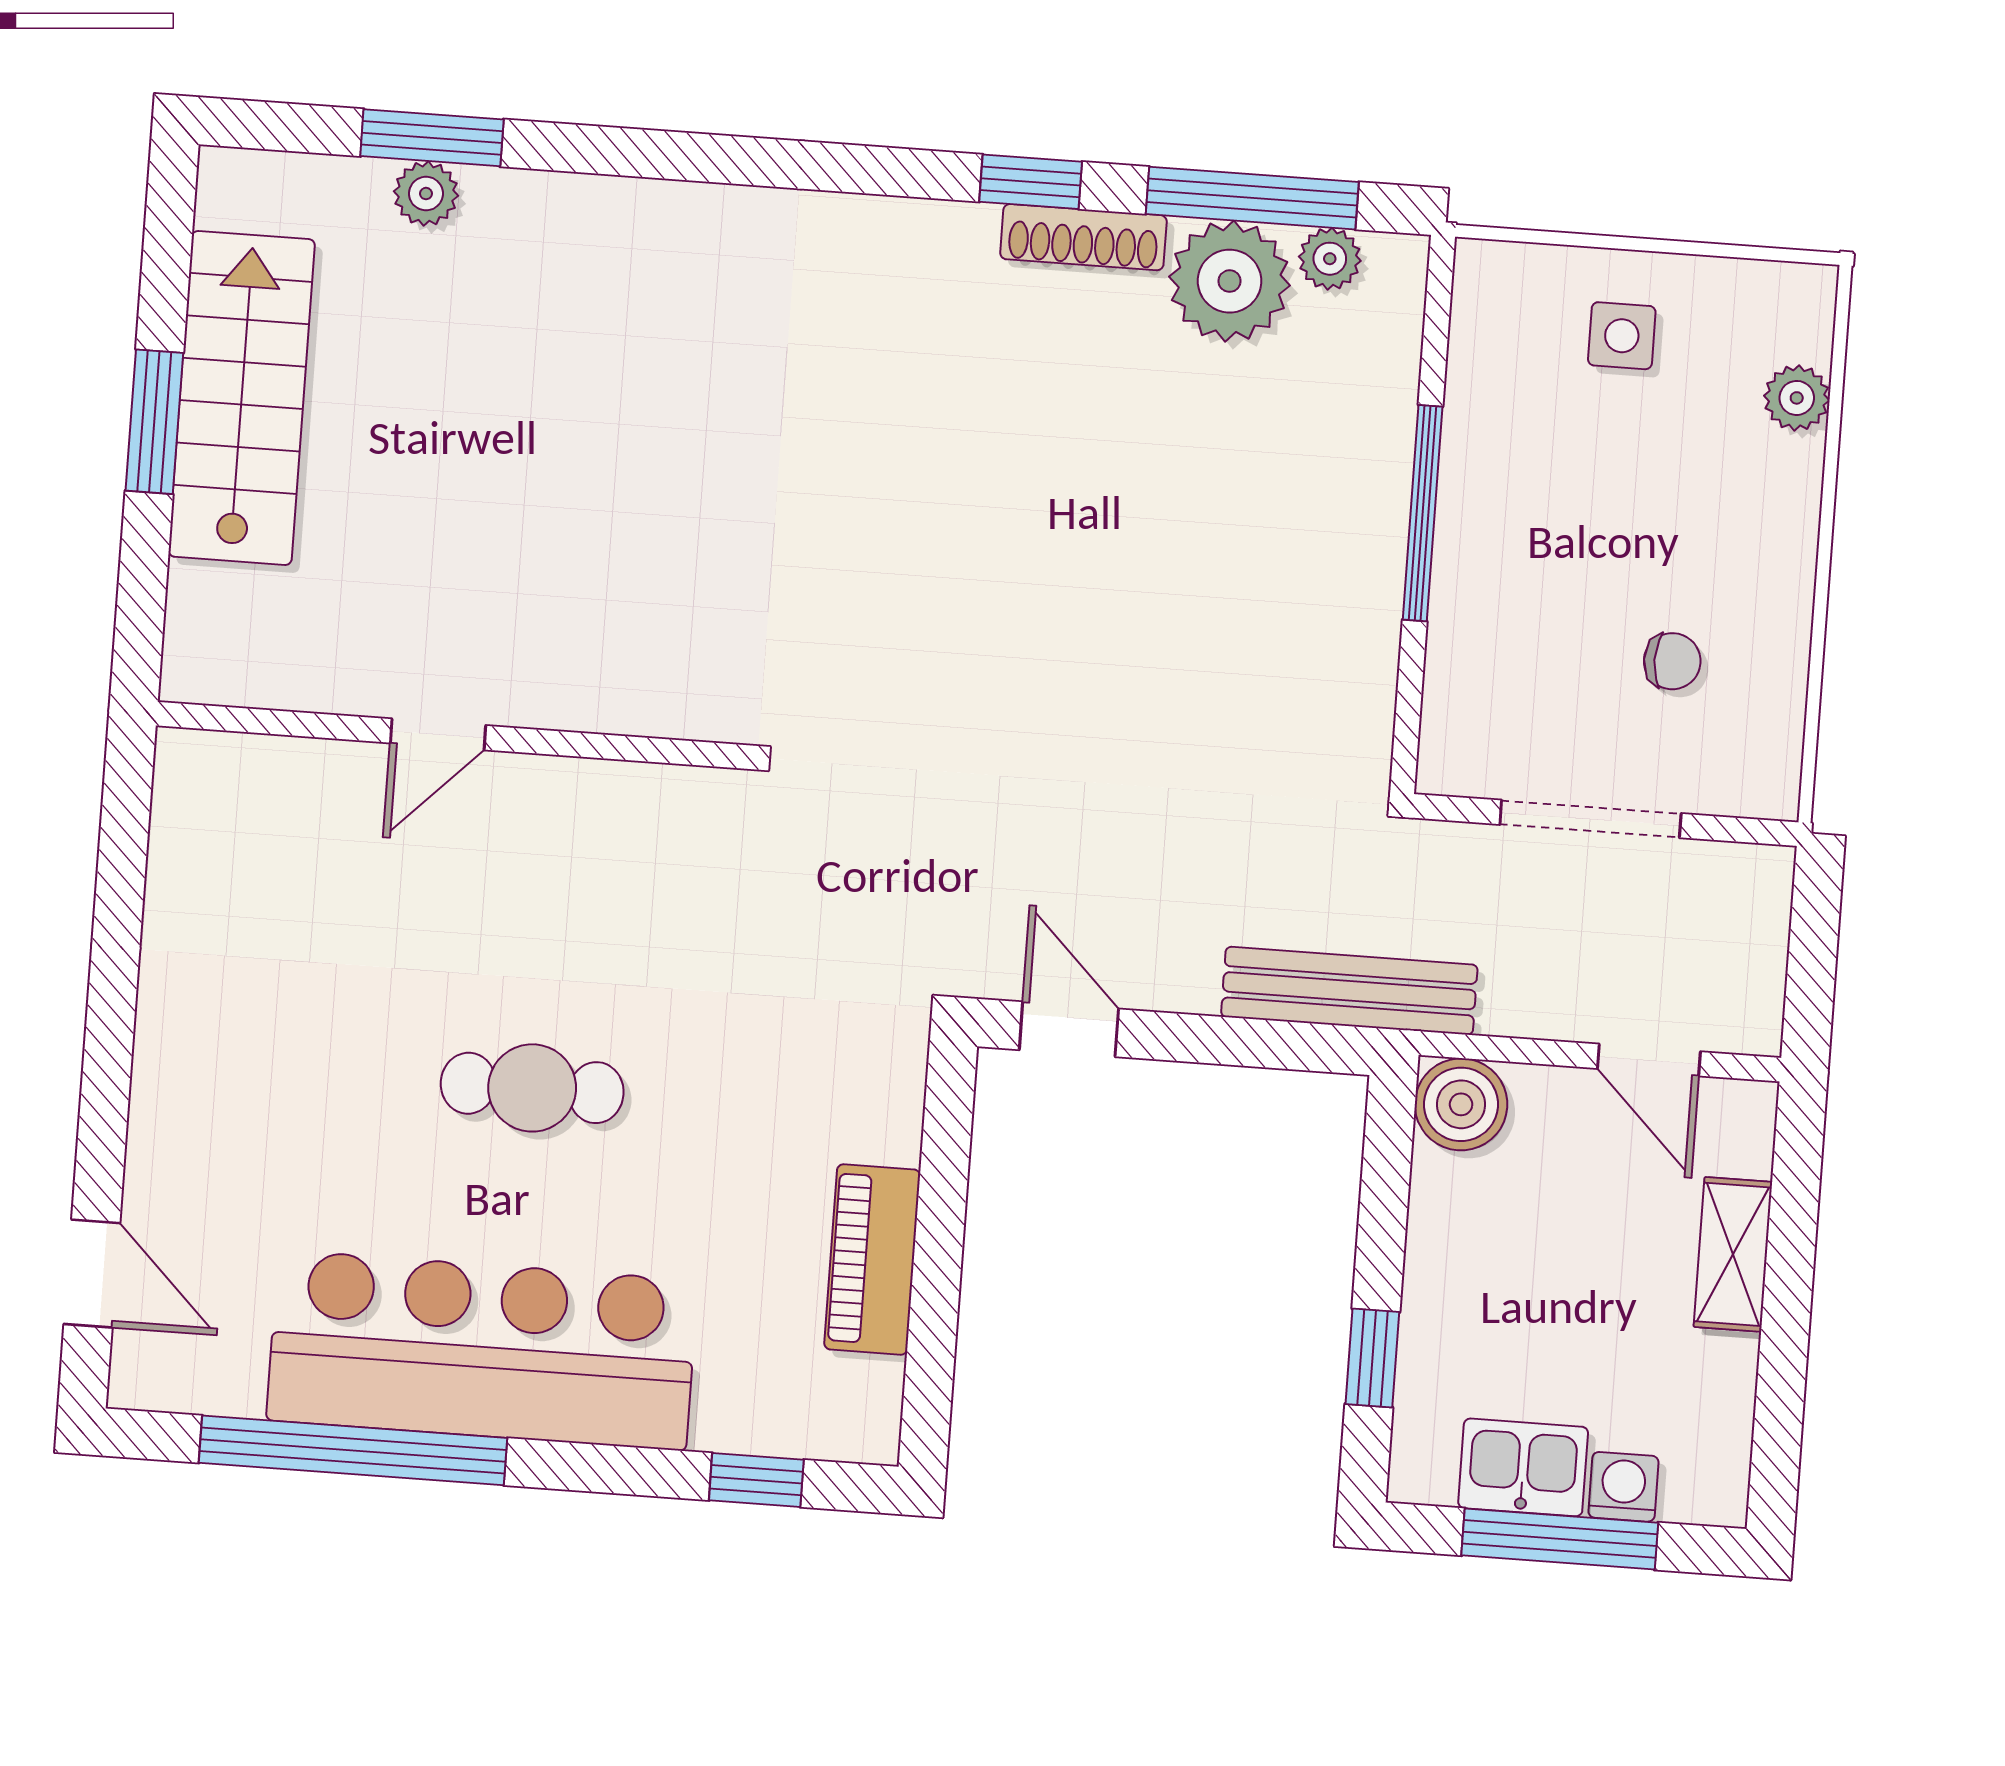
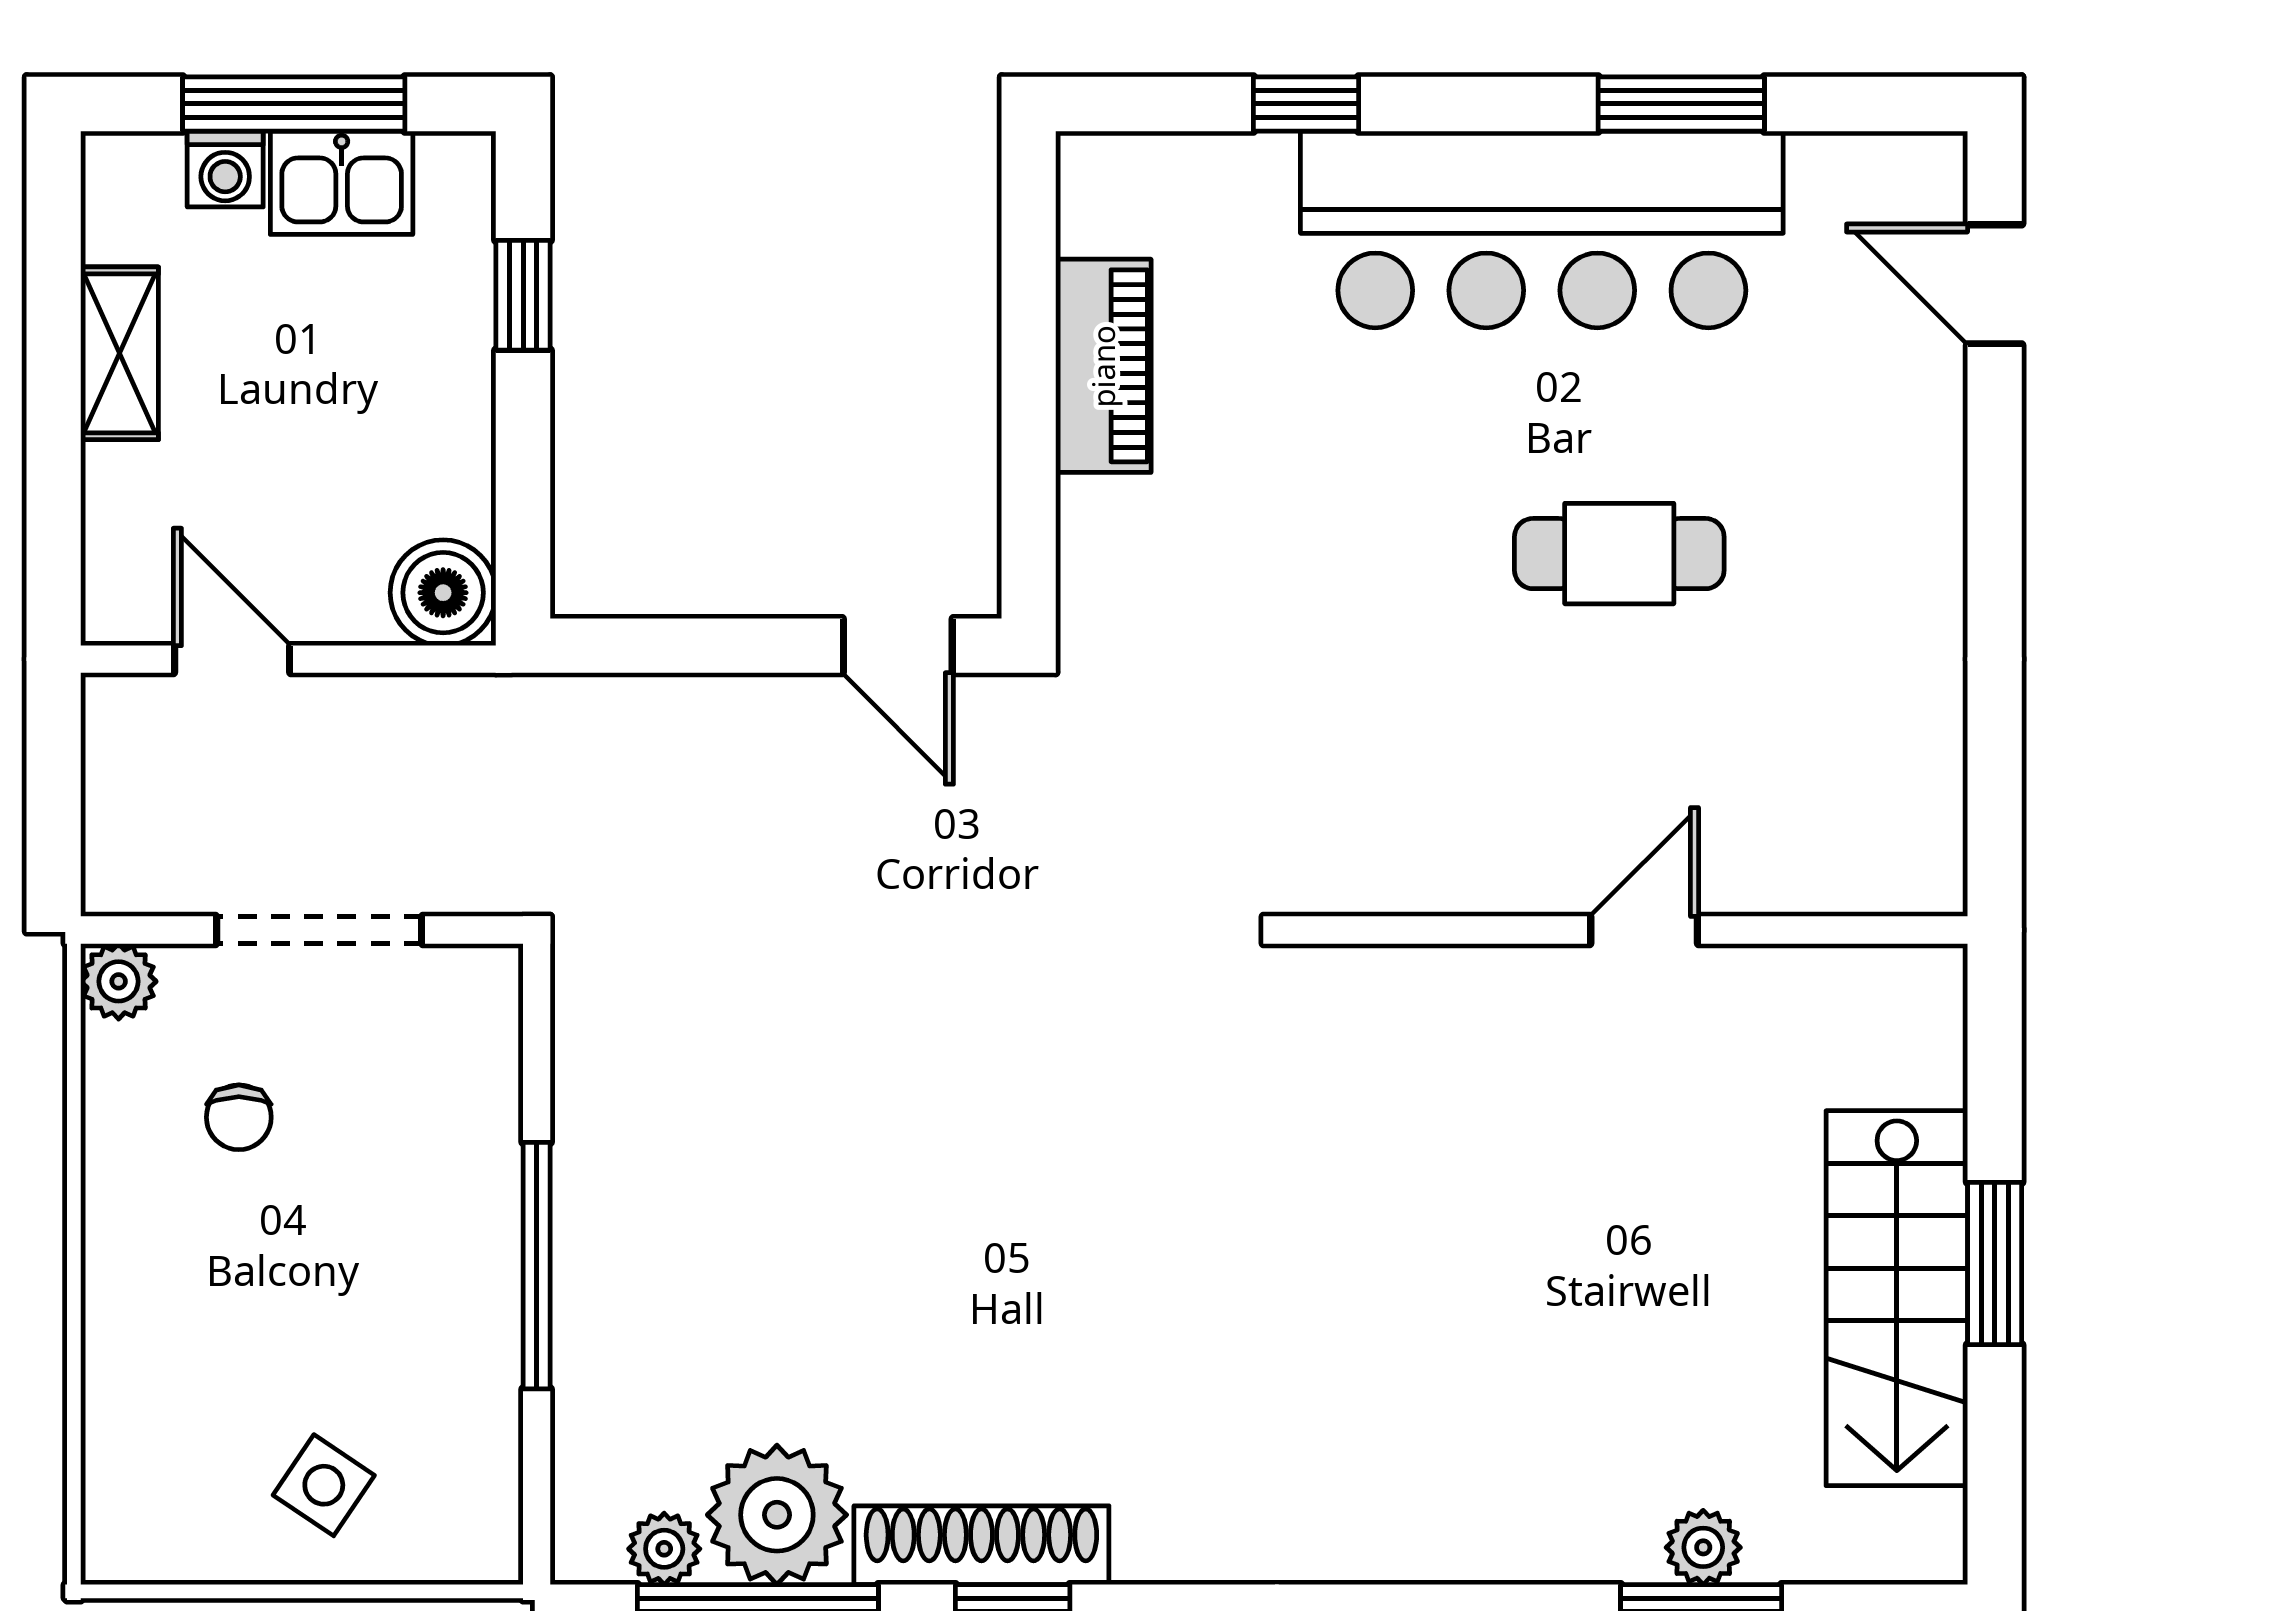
shoe rack: (1083, 237) -> (981, 1545), width x1.36, depth x1.24
side table: (1622, 336) -> (324, 1485), turned 34
plant: (1797, 398) -> (119, 981), moved
chair: (1672, 661) -> (239, 1117), turned -90
bench: (1349, 991) -> (580, 713), removed
cafe table: (532, 1088) -> (1619, 554), moved
shelving: (1733, 1254) -> (120, 353), moved
window: (353, 1450) -> (1681, 104), width x0.47
window: (756, 1480) -> (1306, 104), moved

